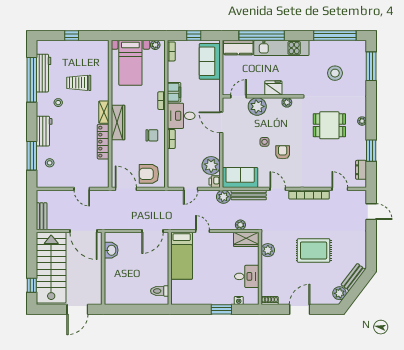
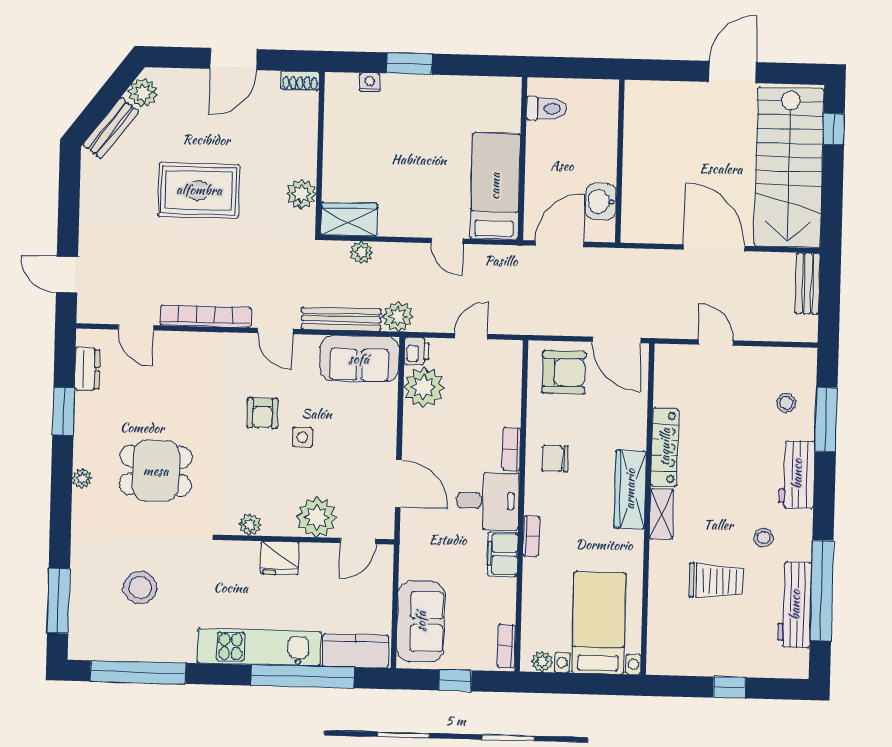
washbasin: (111, 250) -> (601, 202), moved
wall: (103, 268) -> (620, 161), moved
desk: (247, 276) -> (350, 136), removed

